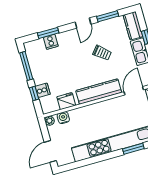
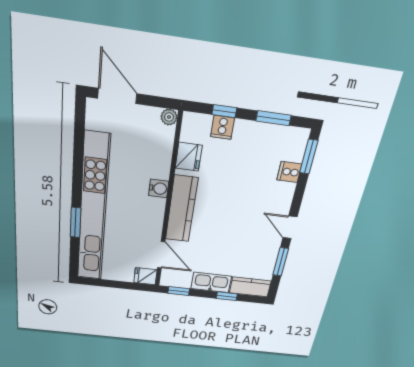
window: (48, 33) -> (309, 157), moved
trolley: (102, 53) -> (235, 235), removed
window: (26, 66) -> (274, 118), width x0.69
water cooler: (63, 118) -> (159, 188), moved

